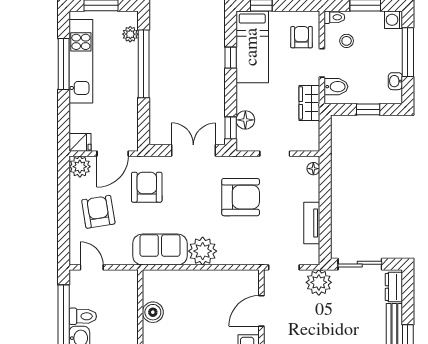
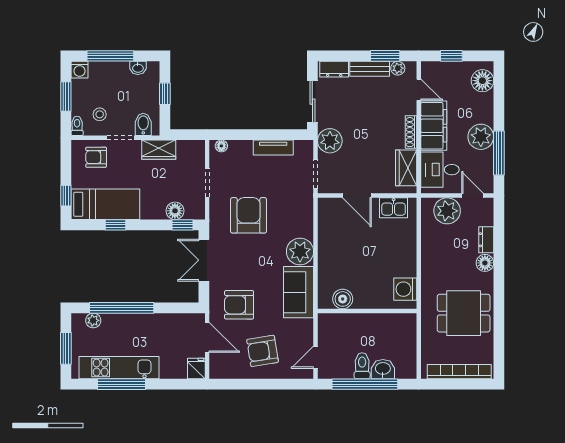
plant: (80, 167) -> (219, 369), removed
boiler: (153, 312) -> (343, 299), moved

